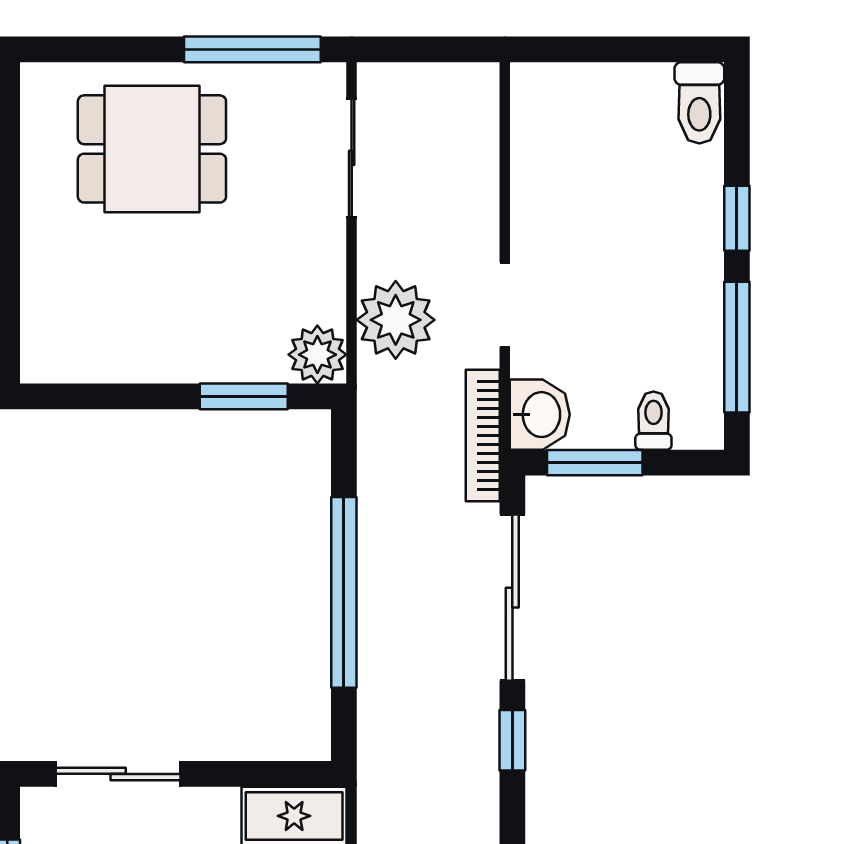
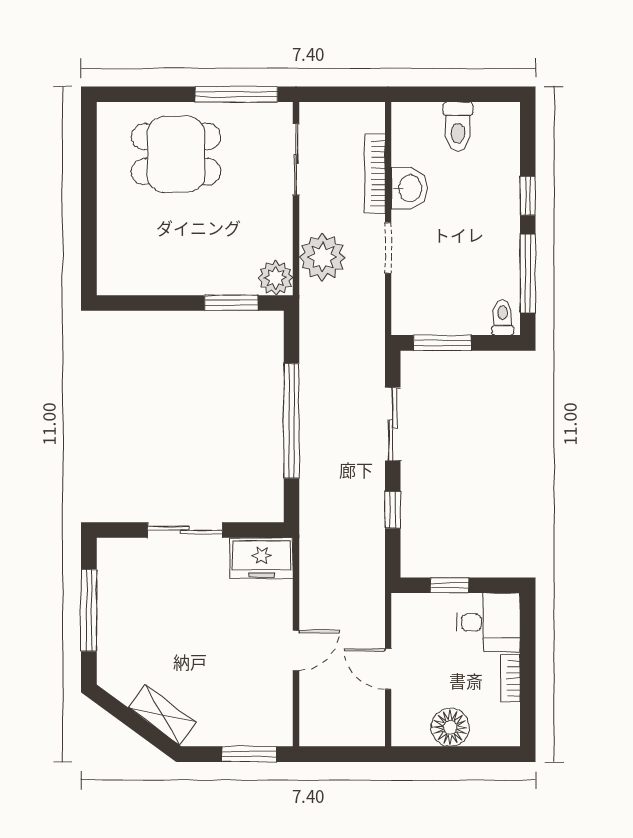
toilet: (699, 103) -> (458, 126), moved
washbasin: (540, 415) -> (409, 188), moved
toilet: (653, 421) -> (503, 318), moved
bookcase: (483, 435) -> (375, 174), moved
sliding door: (512, 598) -> (393, 424), width x0.73
sliding door: (118, 774) -> (185, 530), moved

